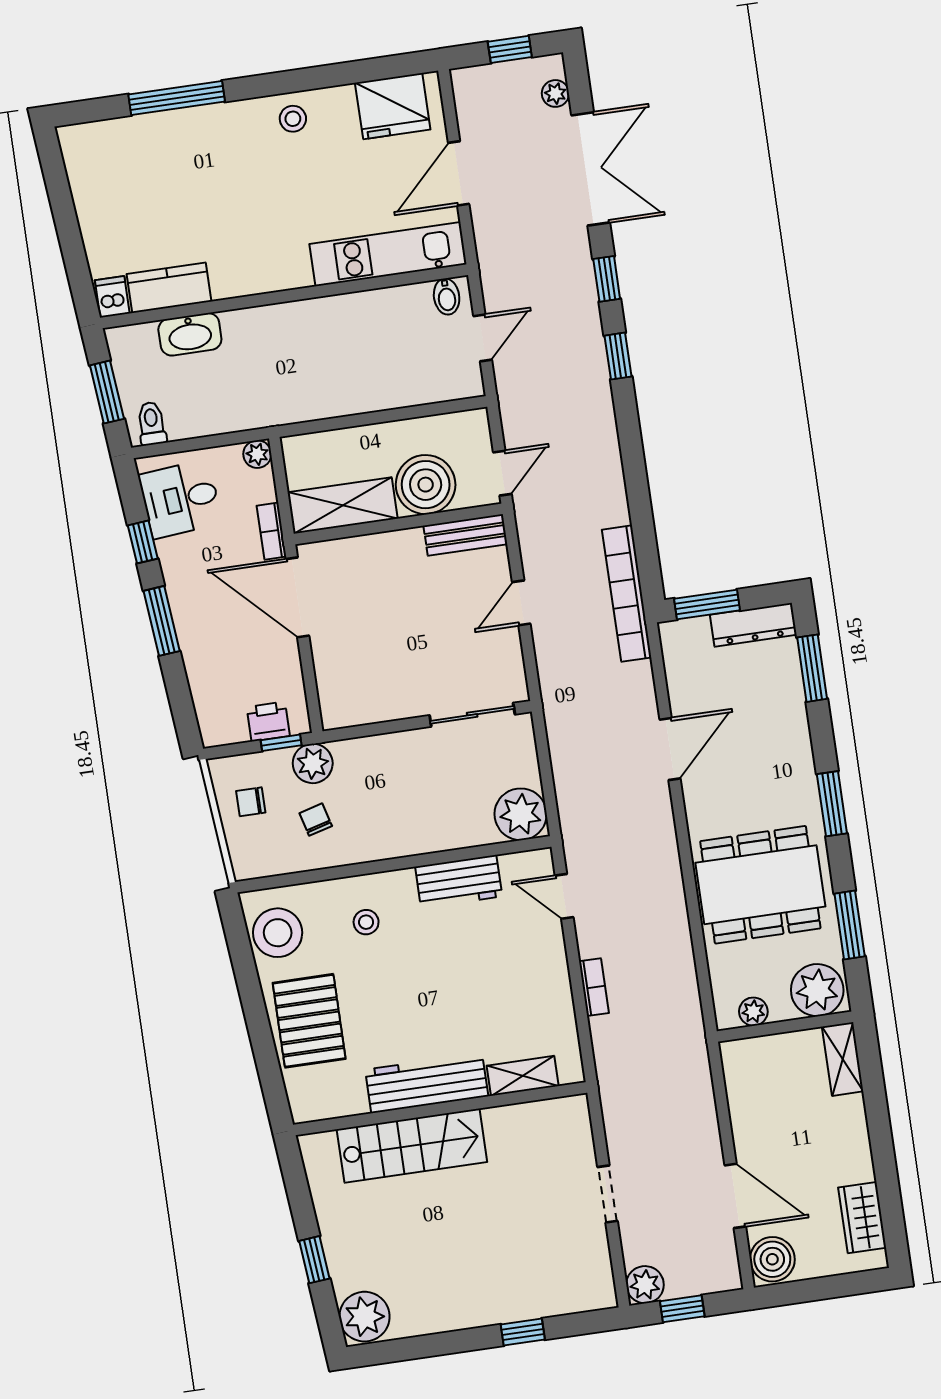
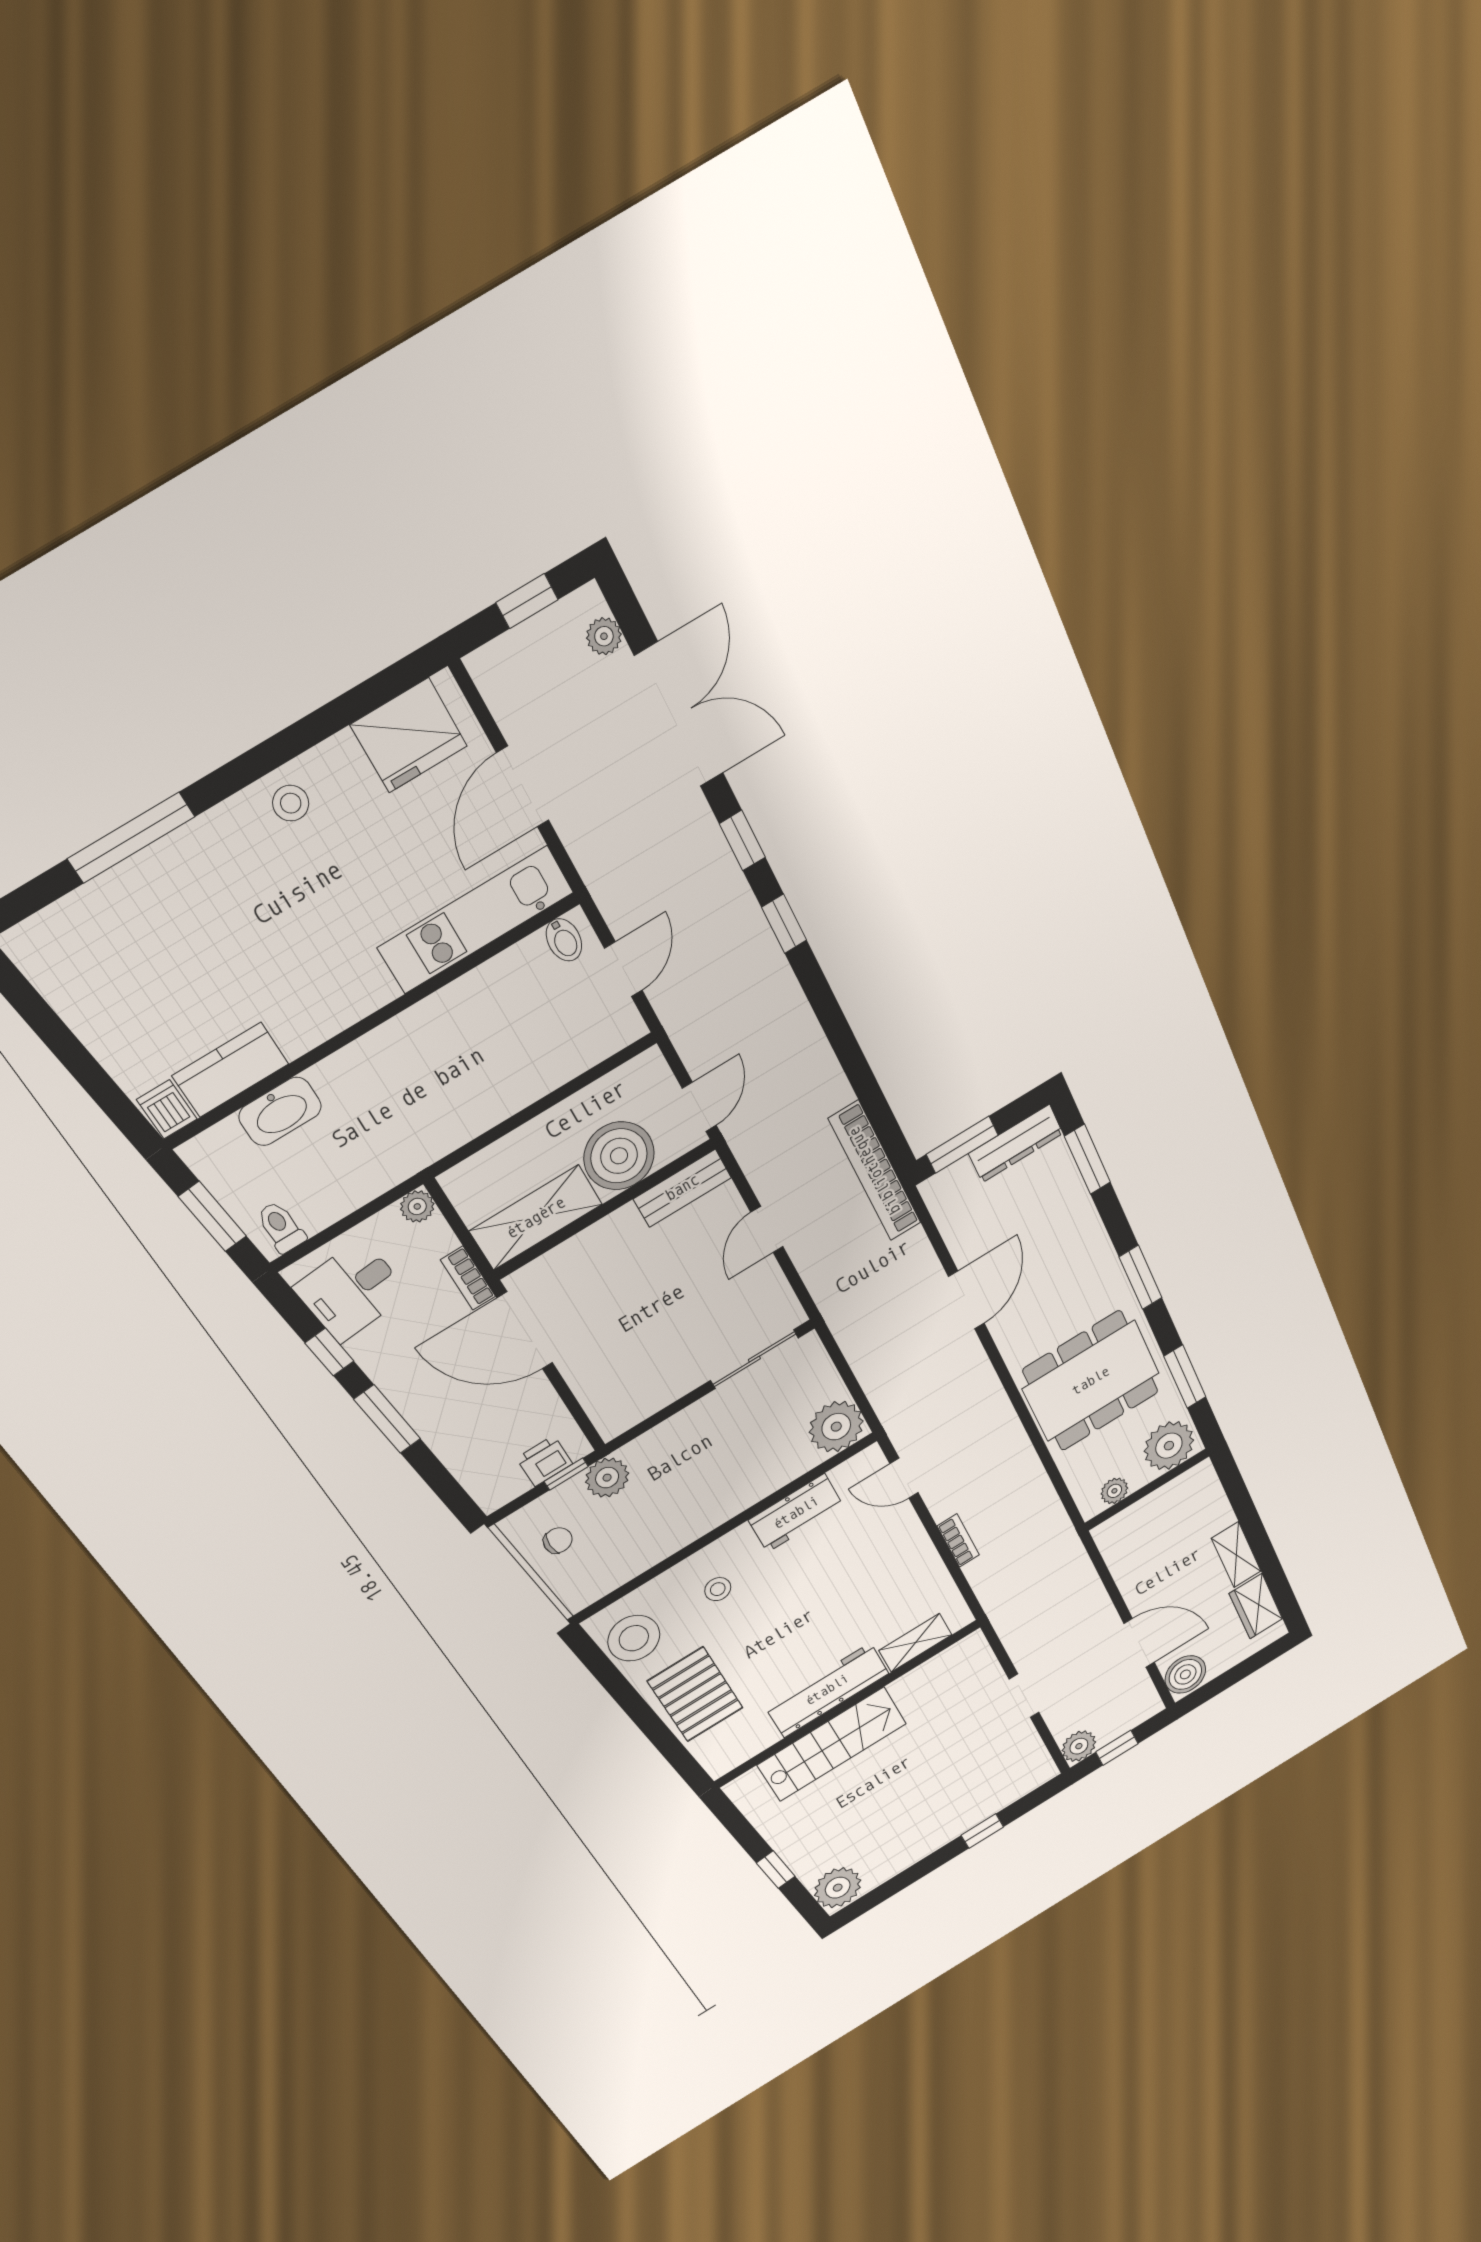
chair: (251, 802) -> (558, 1540), turned 180
chair: (316, 820) -> (631, 1525), removed
shelving: (843, 1059) -> (1236, 1555), moved

